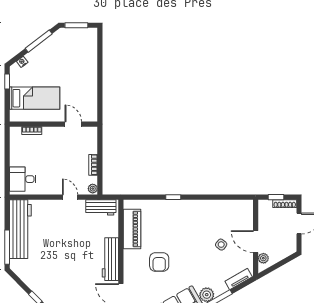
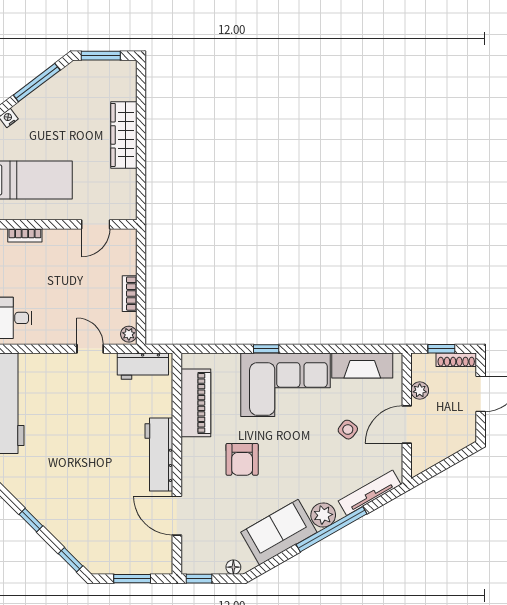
wardrobe: (90, 72) -> (124, 135), added
door: (73, 124) -> (96, 224), swing flipped
fireplace: (230, 207) -> (362, 365), added
corner sofa: (185, 218) -> (285, 385), added
door: (256, 242) -> (407, 425), hinge flipped
plant: (263, 258) -> (420, 390), moved
tv unit: (239, 279) -> (370, 493), width x1.41

